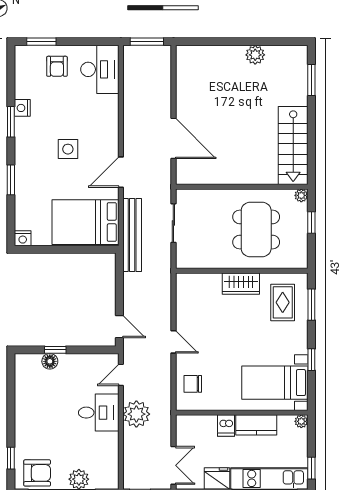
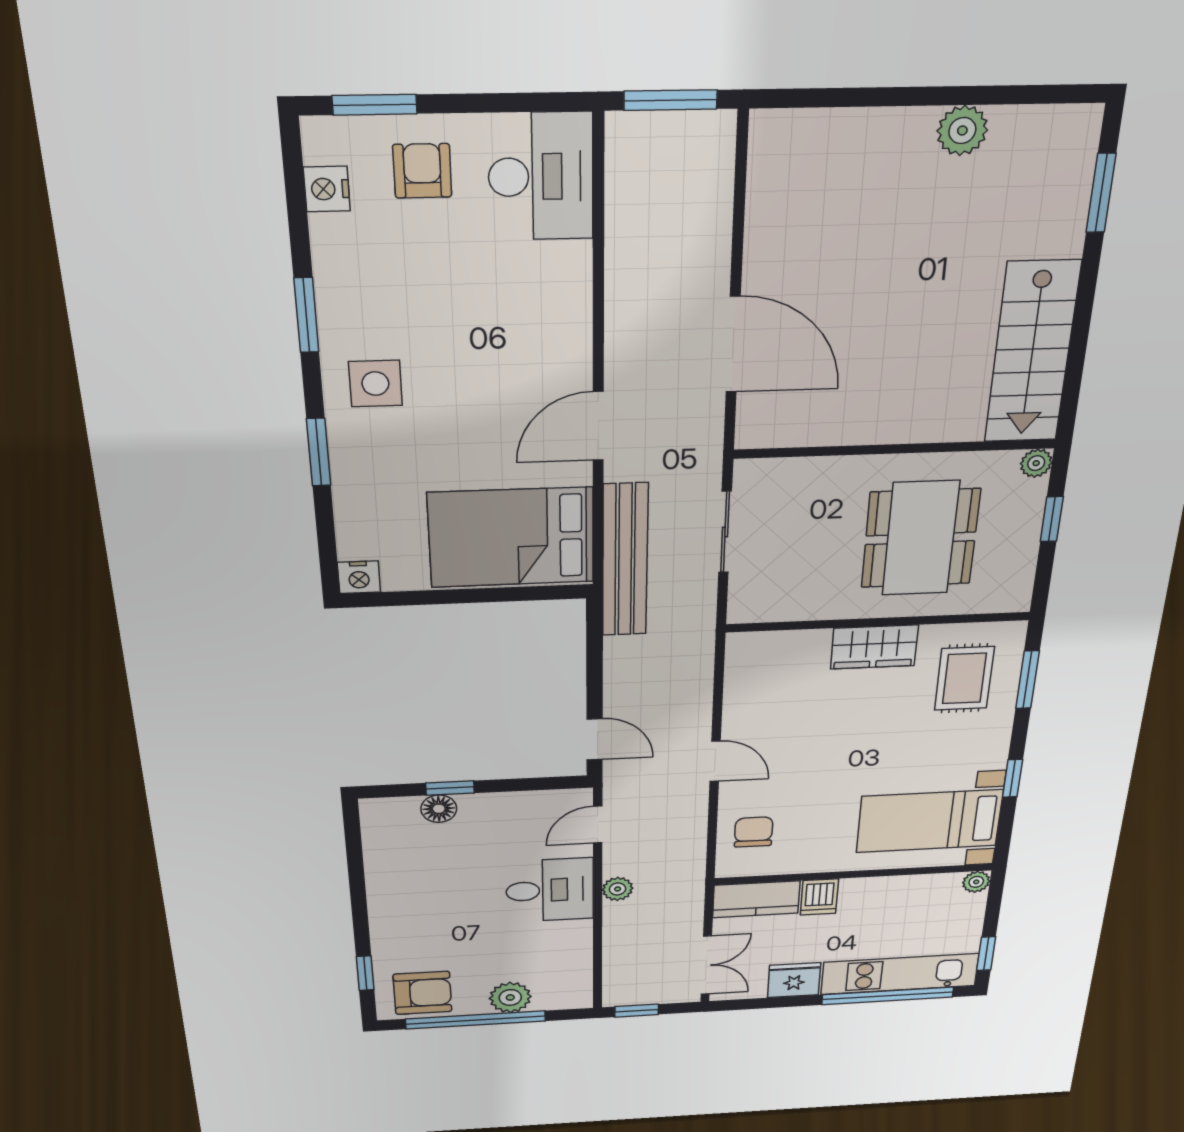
armchair: (57, 66) -> (422, 171), turned 180
nightstand: (22, 108) -> (327, 189), moved
side table: (68, 149) -> (375, 384), moved
chair: (193, 384) -> (754, 832), turned 90
plant: (136, 414) -> (618, 889), width x0.53, depth x0.53
kitchen counter: (256, 425) -> (756, 899), moved

